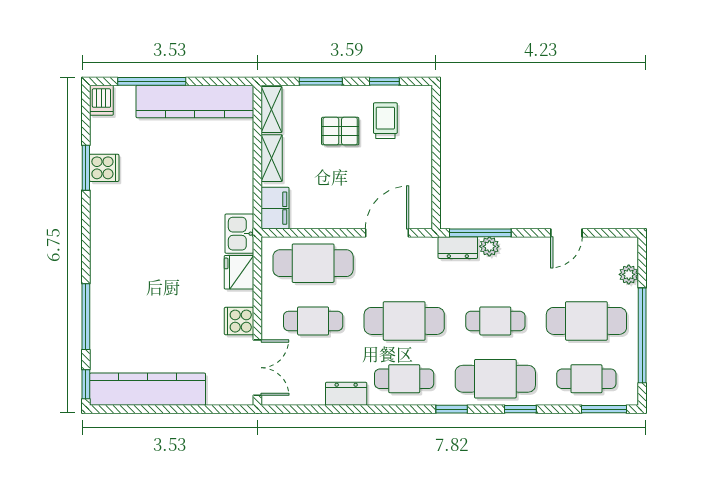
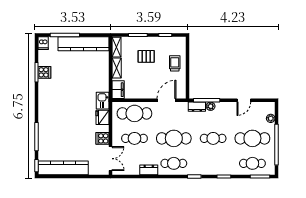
trolley: (385, 121) -> (175, 63), moved
cafe table: (495, 379) -> (213, 163), removed

